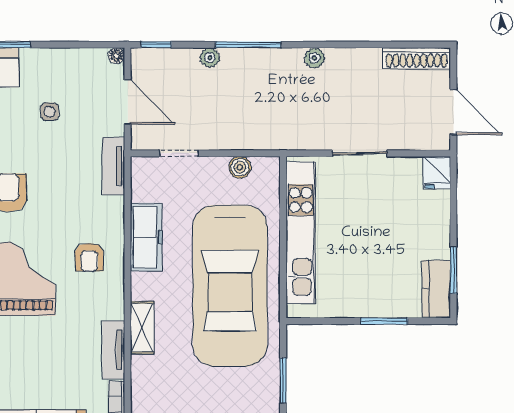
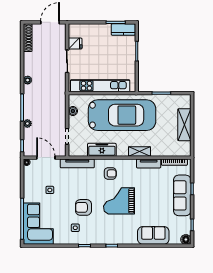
door: (128, 102) -> (46, 158), hinge flipped
tv unit: (114, 166) -> (77, 163), width x1.41
fridge: (437, 173) -> (75, 44), moved

